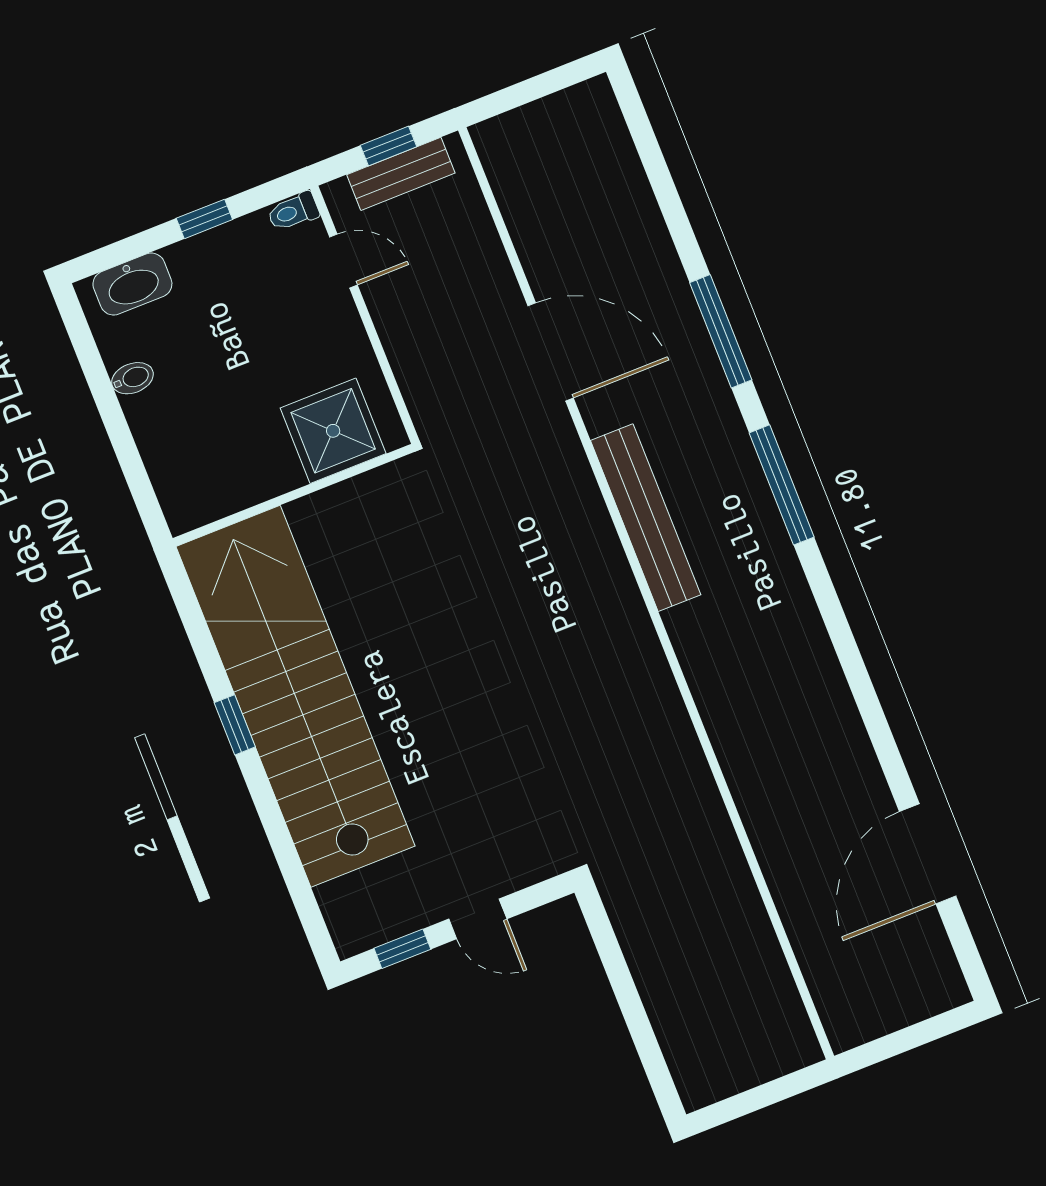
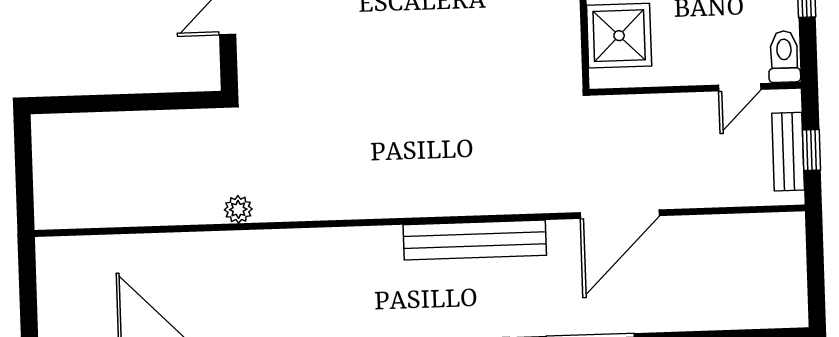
toilet: (293, 212) -> (784, 57), width x1.37, depth x1.39
plant: (712, 820) -> (238, 209), added

